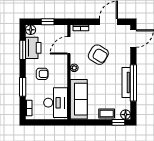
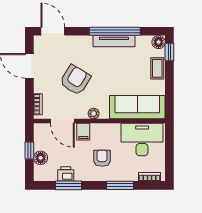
floor lamp: (31, 30) -> (41, 158), moved
printer: (33, 48) -> (66, 174), width x0.53, depth x0.68
filing cabinet: (61, 60) -> (83, 132), added

